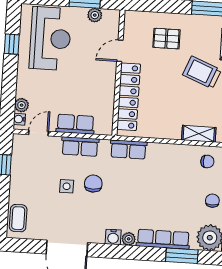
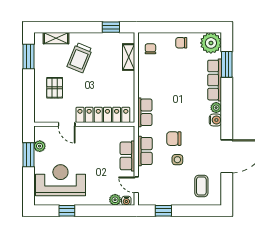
coffee table: (18, 218) -> (201, 186), moved, turned 90

